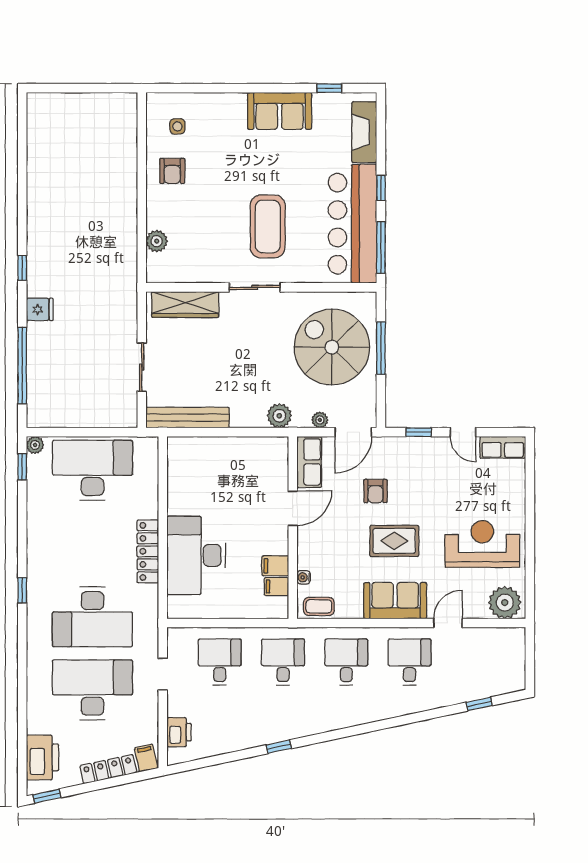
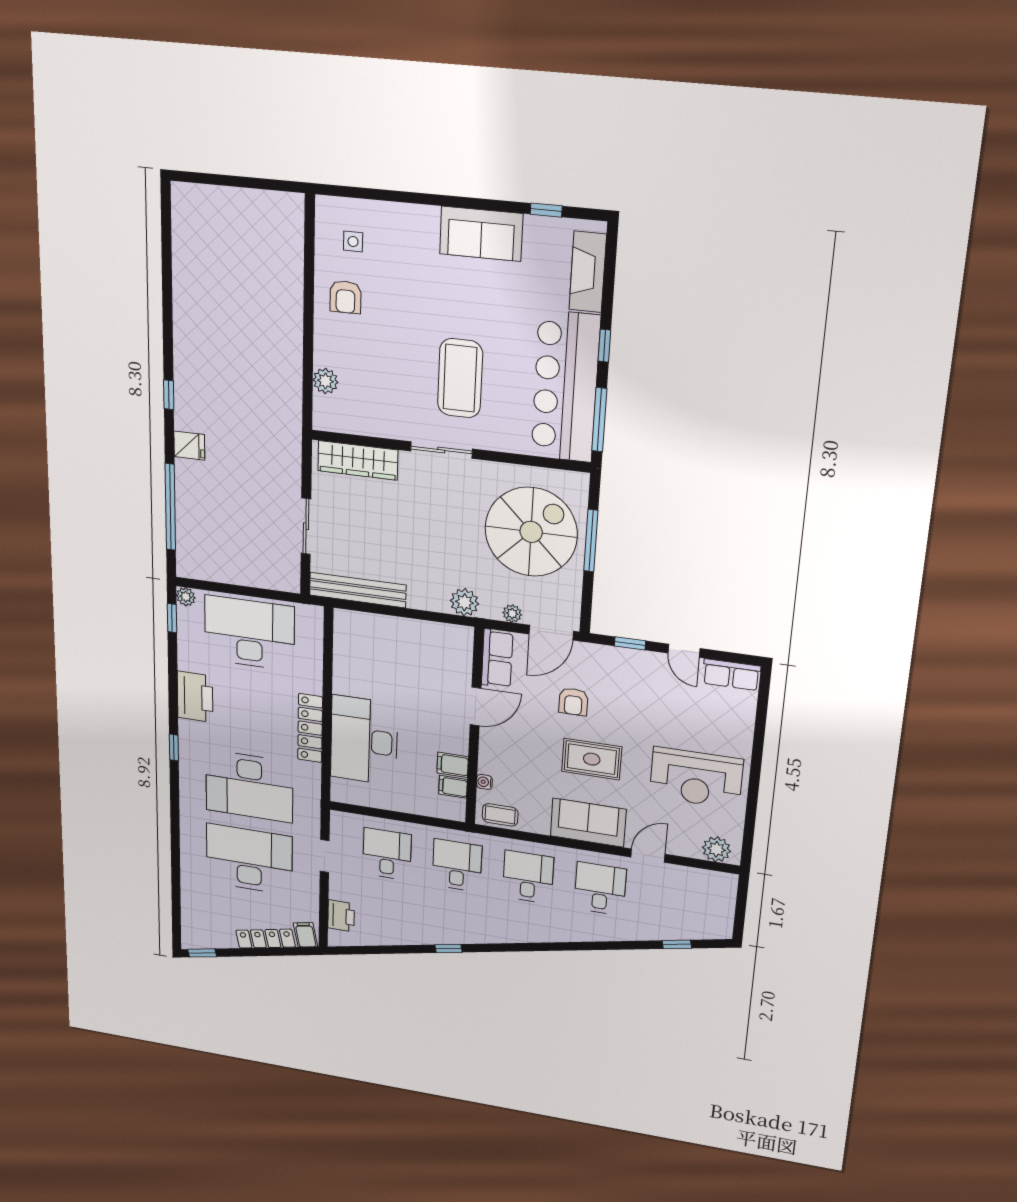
spiral stairs: (332, 347) -> (531, 532), turned 90
reception desk: (482, 544) -> (696, 778), turned 180
plant: (505, 603) -> (716, 849), width x0.73, depth x0.73
printer: (43, 757) -> (195, 697), moved

